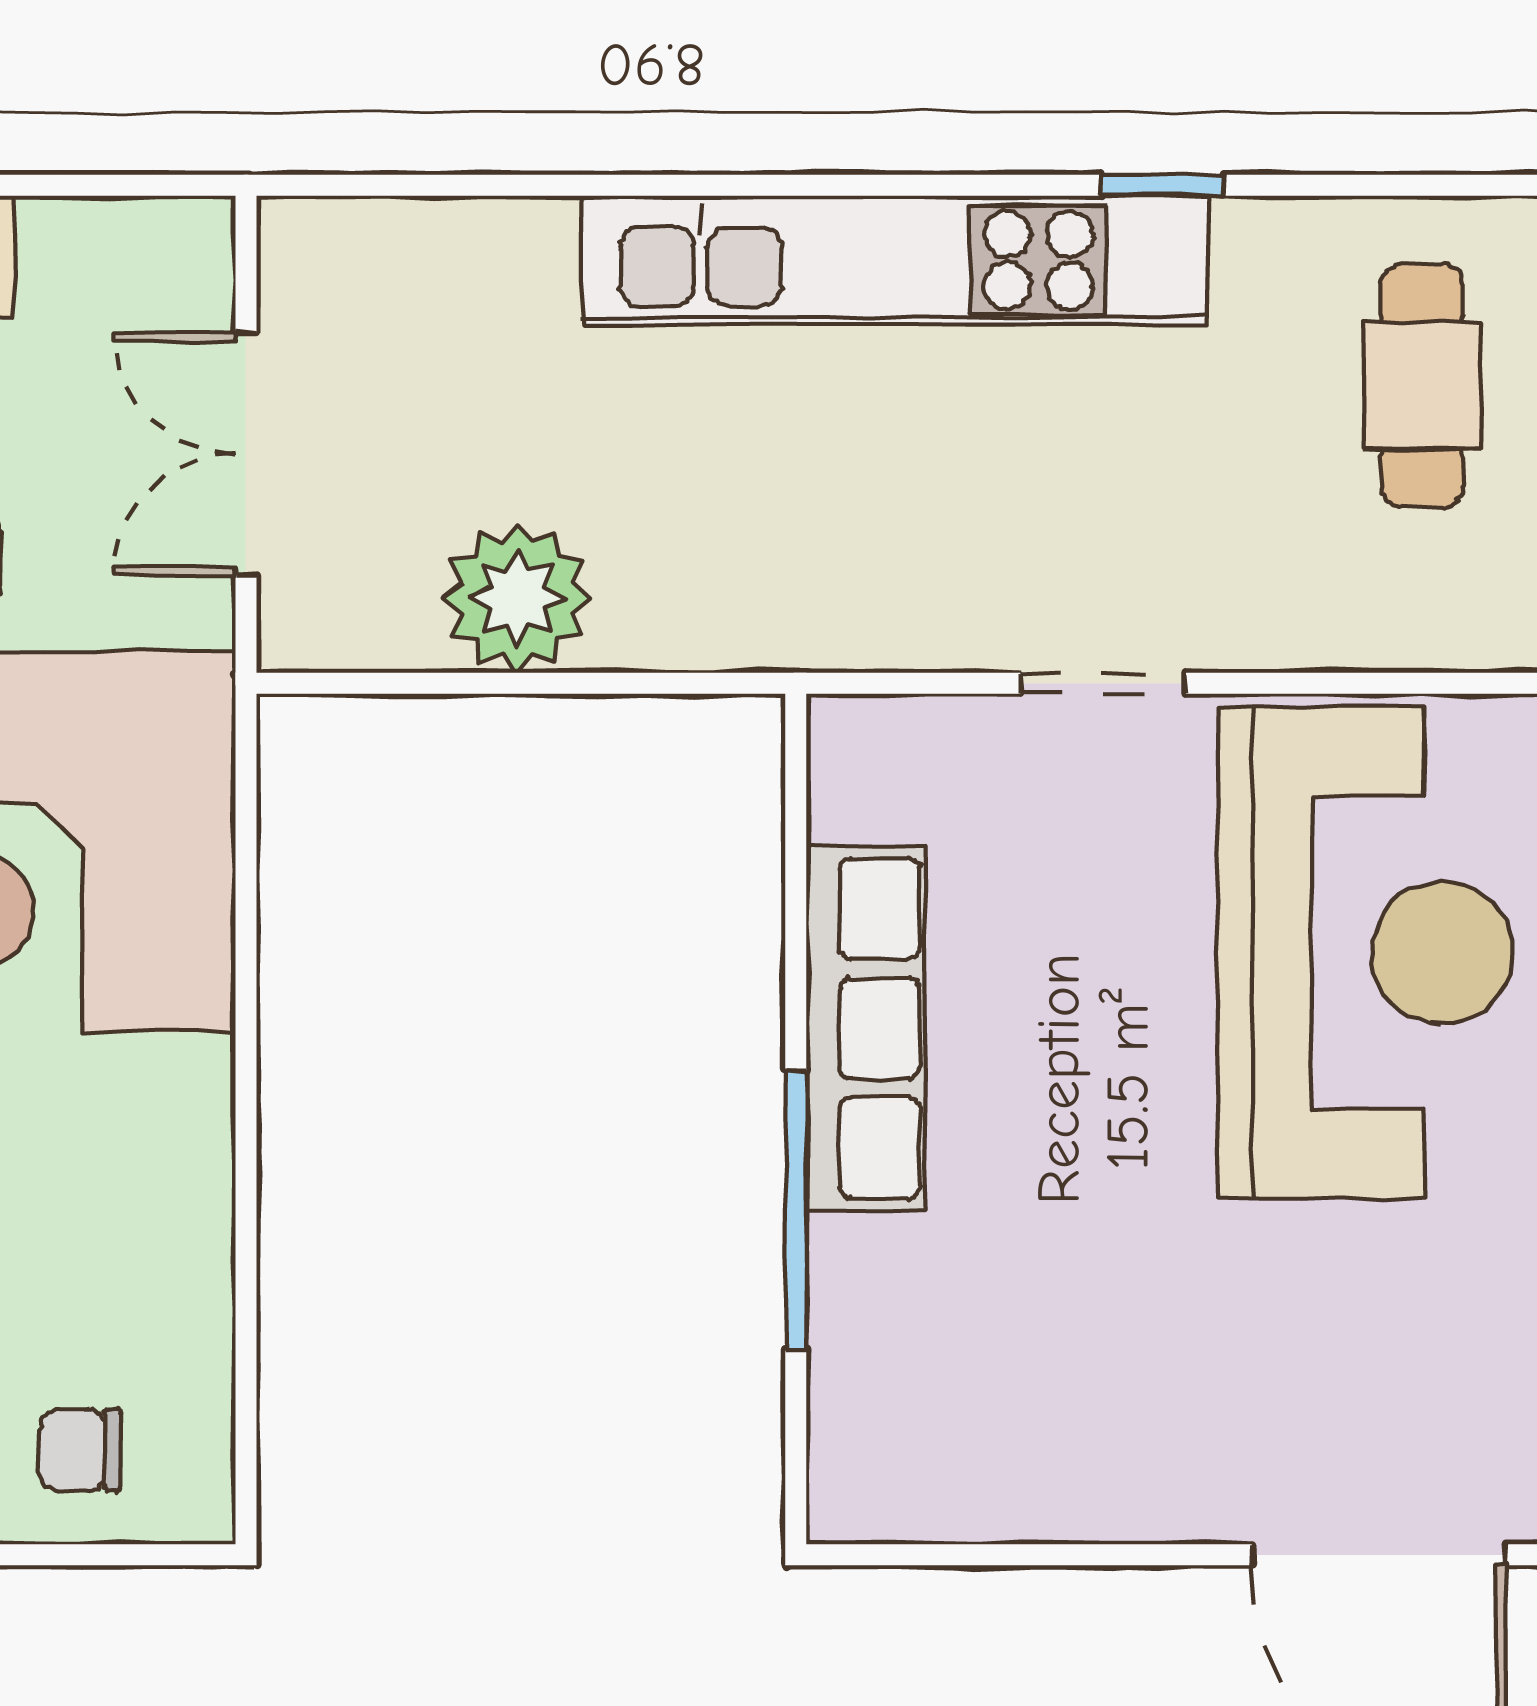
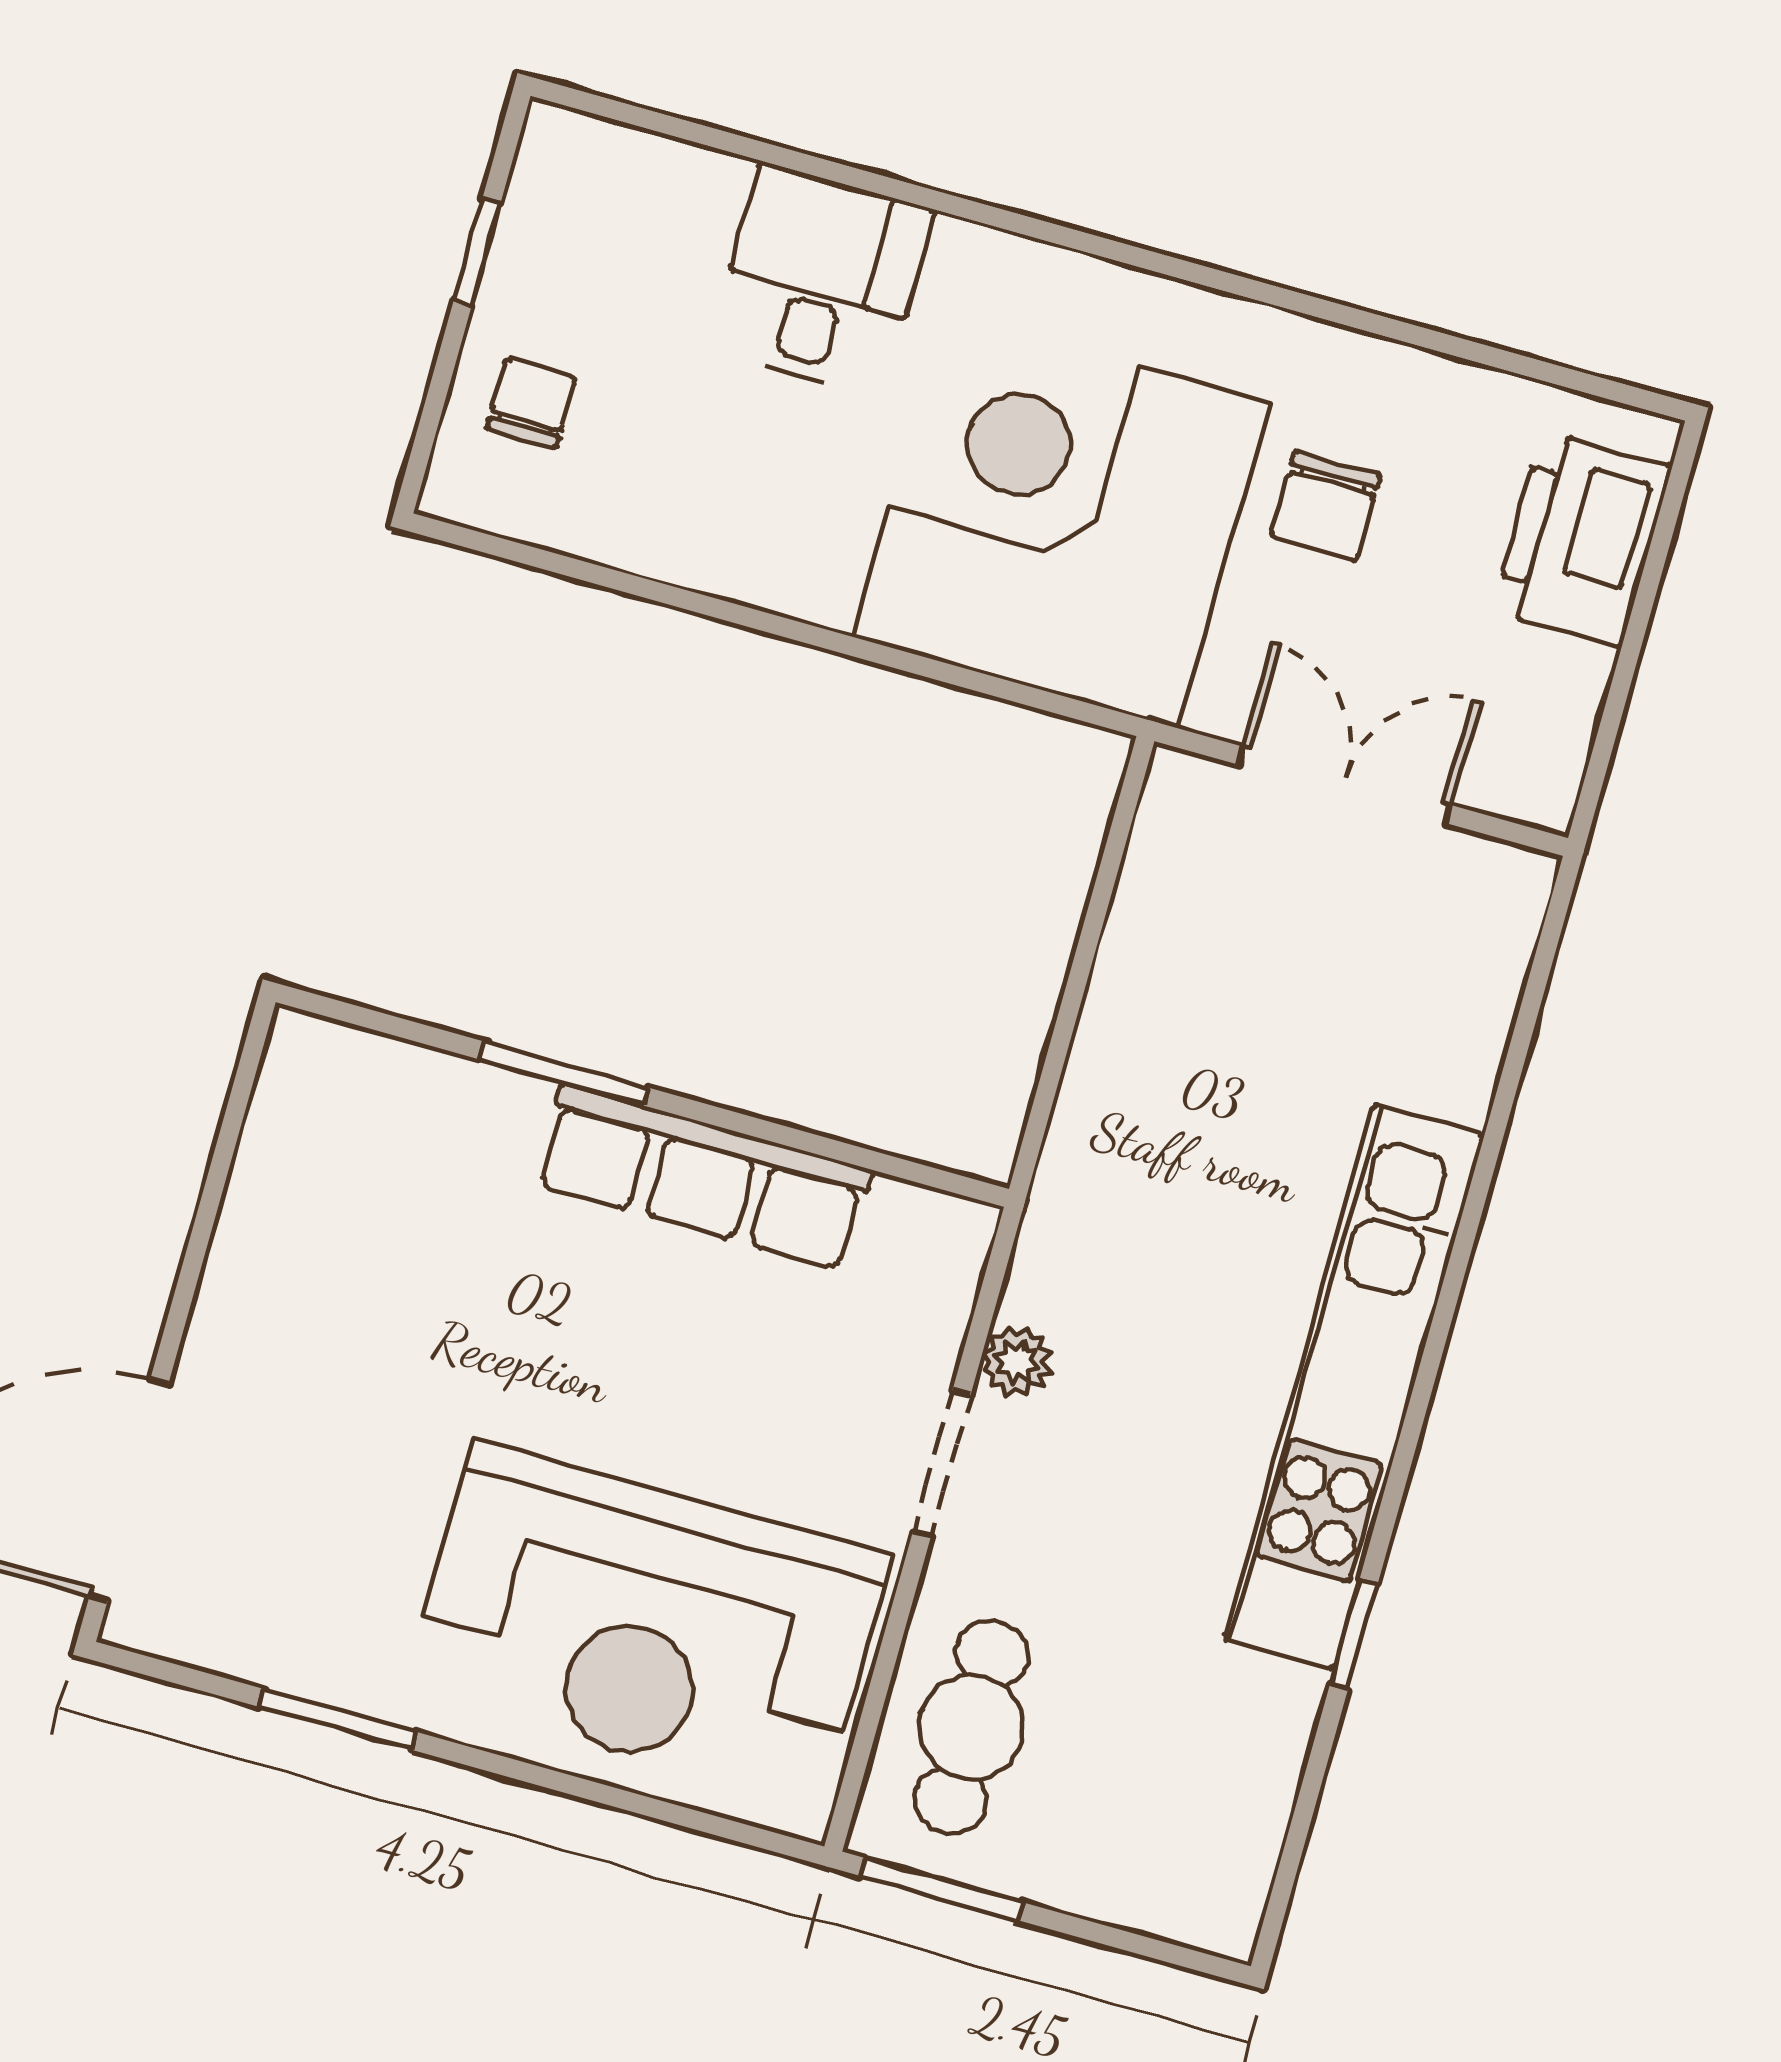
cafe table: (1422, 386) -> (971, 1727), moved, turned 90
plant: (517, 598) -> (1017, 1362), moved, width x0.53, depth x0.53
window: (796, 1210) -> (564, 1074), width x0.69

